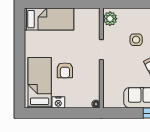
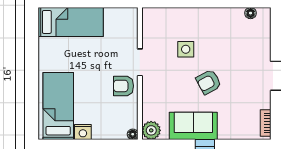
plant: (110, 19) -> (151, 130), moved
armchair: (65, 70) -> (123, 86), moved, turned 90

